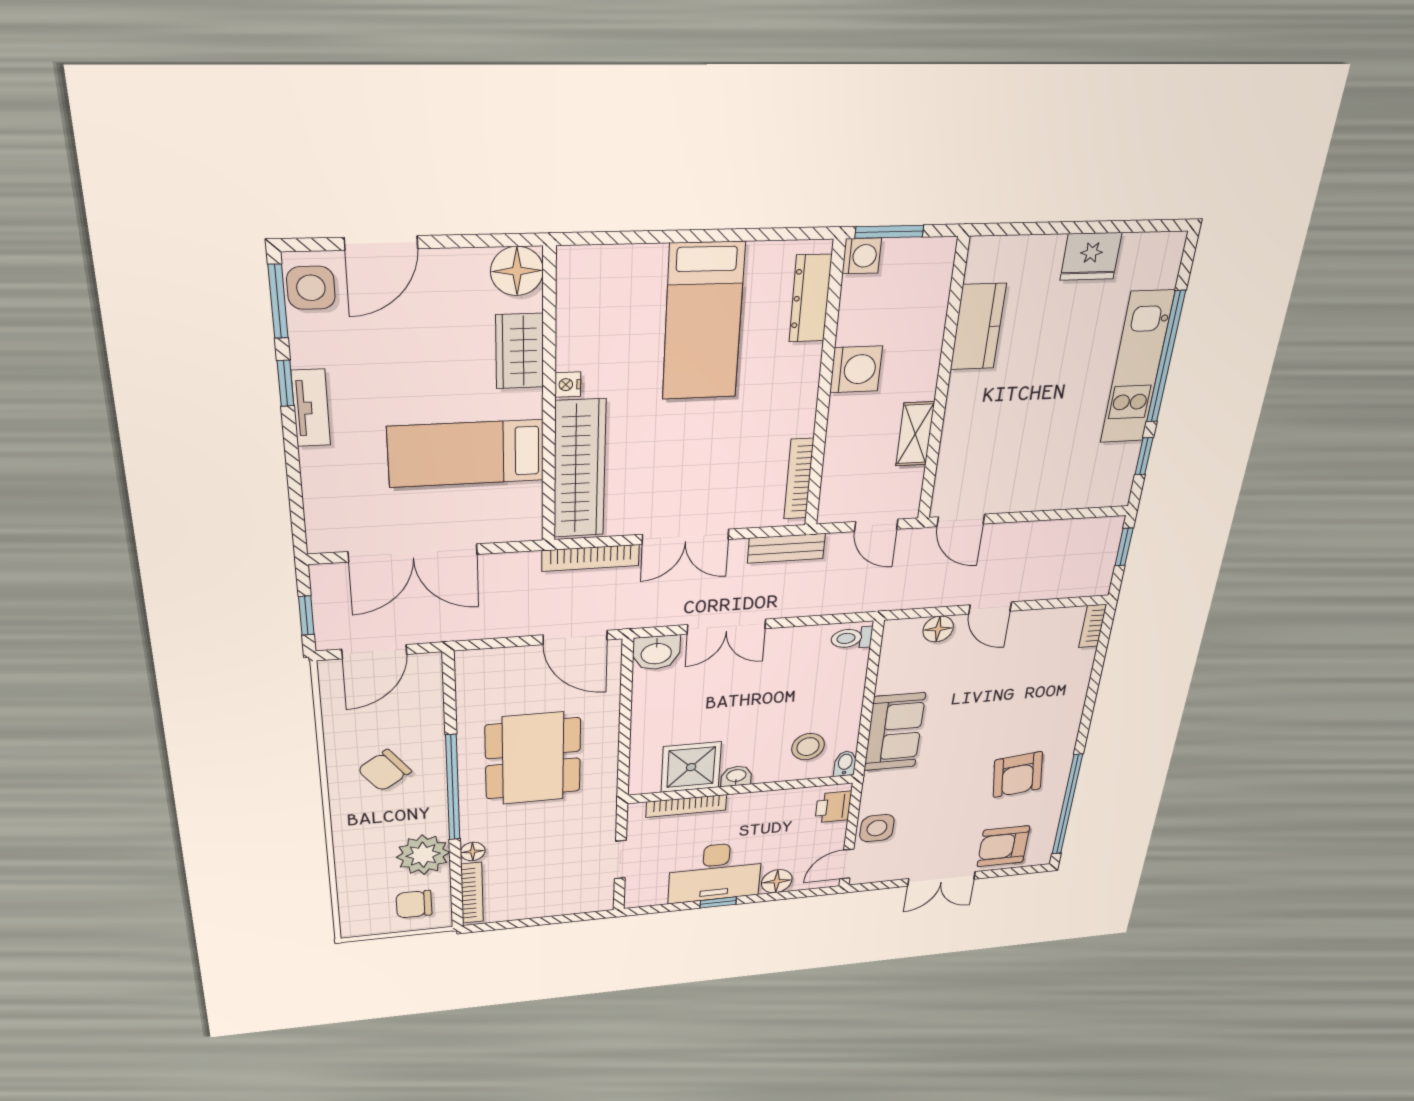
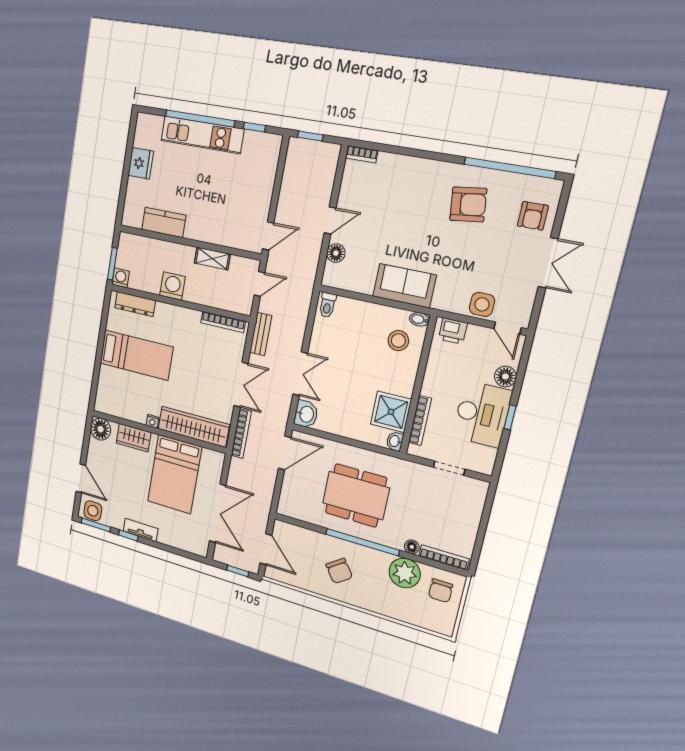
bed: (466, 454) -> (175, 474), width x1.50
washbasin: (736, 776) -> (395, 441), moved
armchair: (1003, 846) -> (533, 216), width x0.72, depth x0.72

